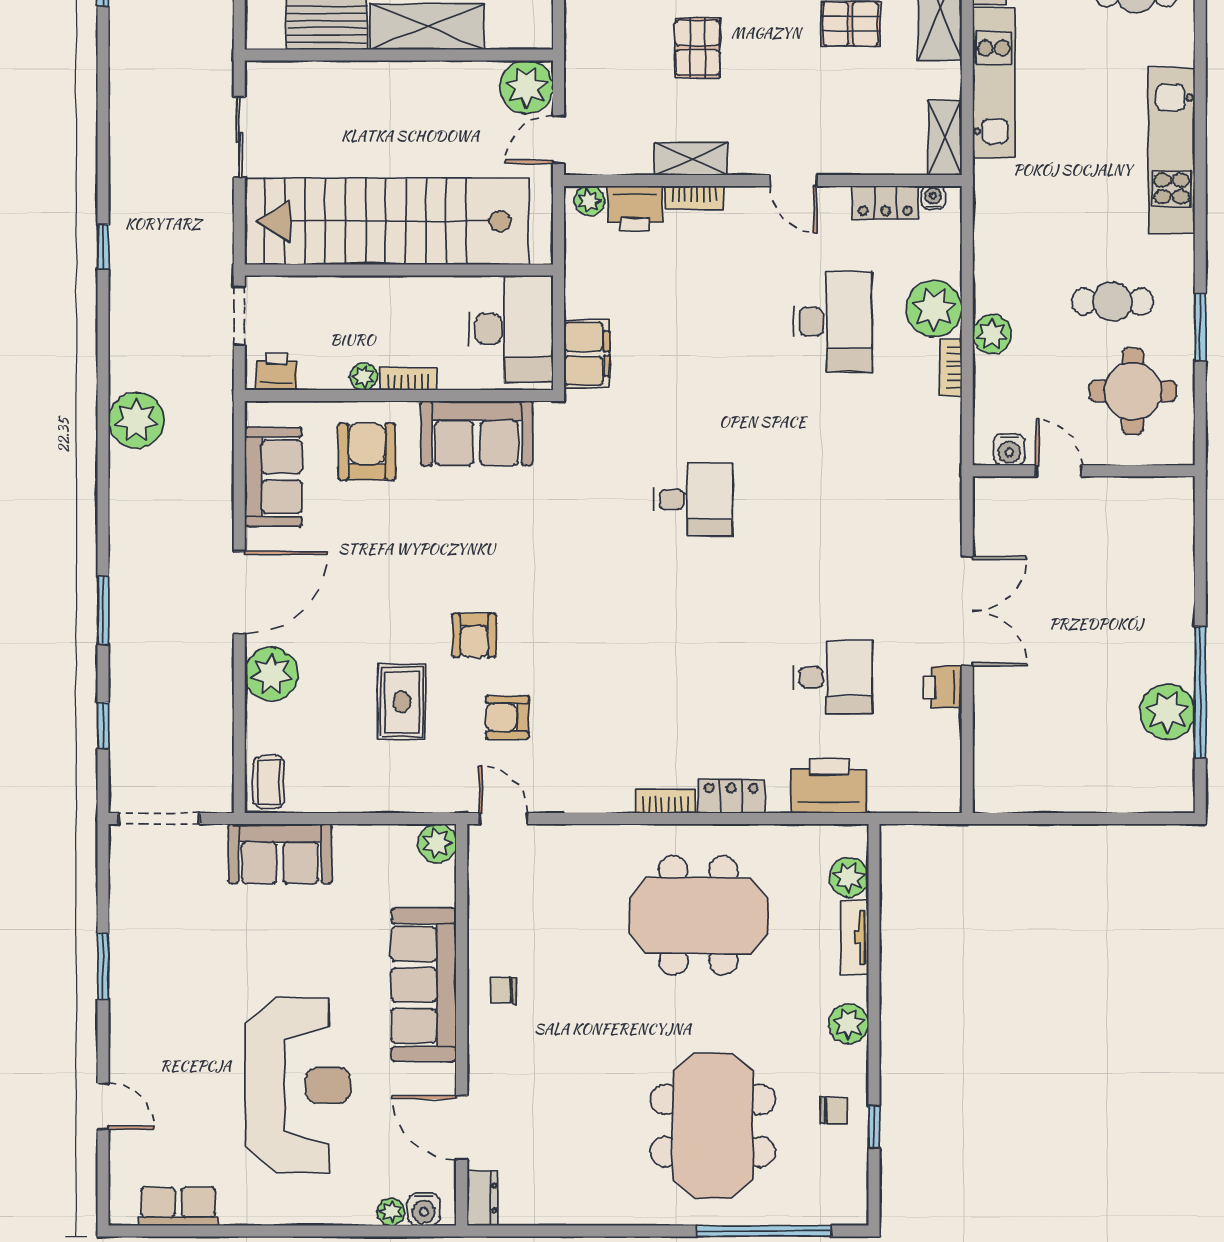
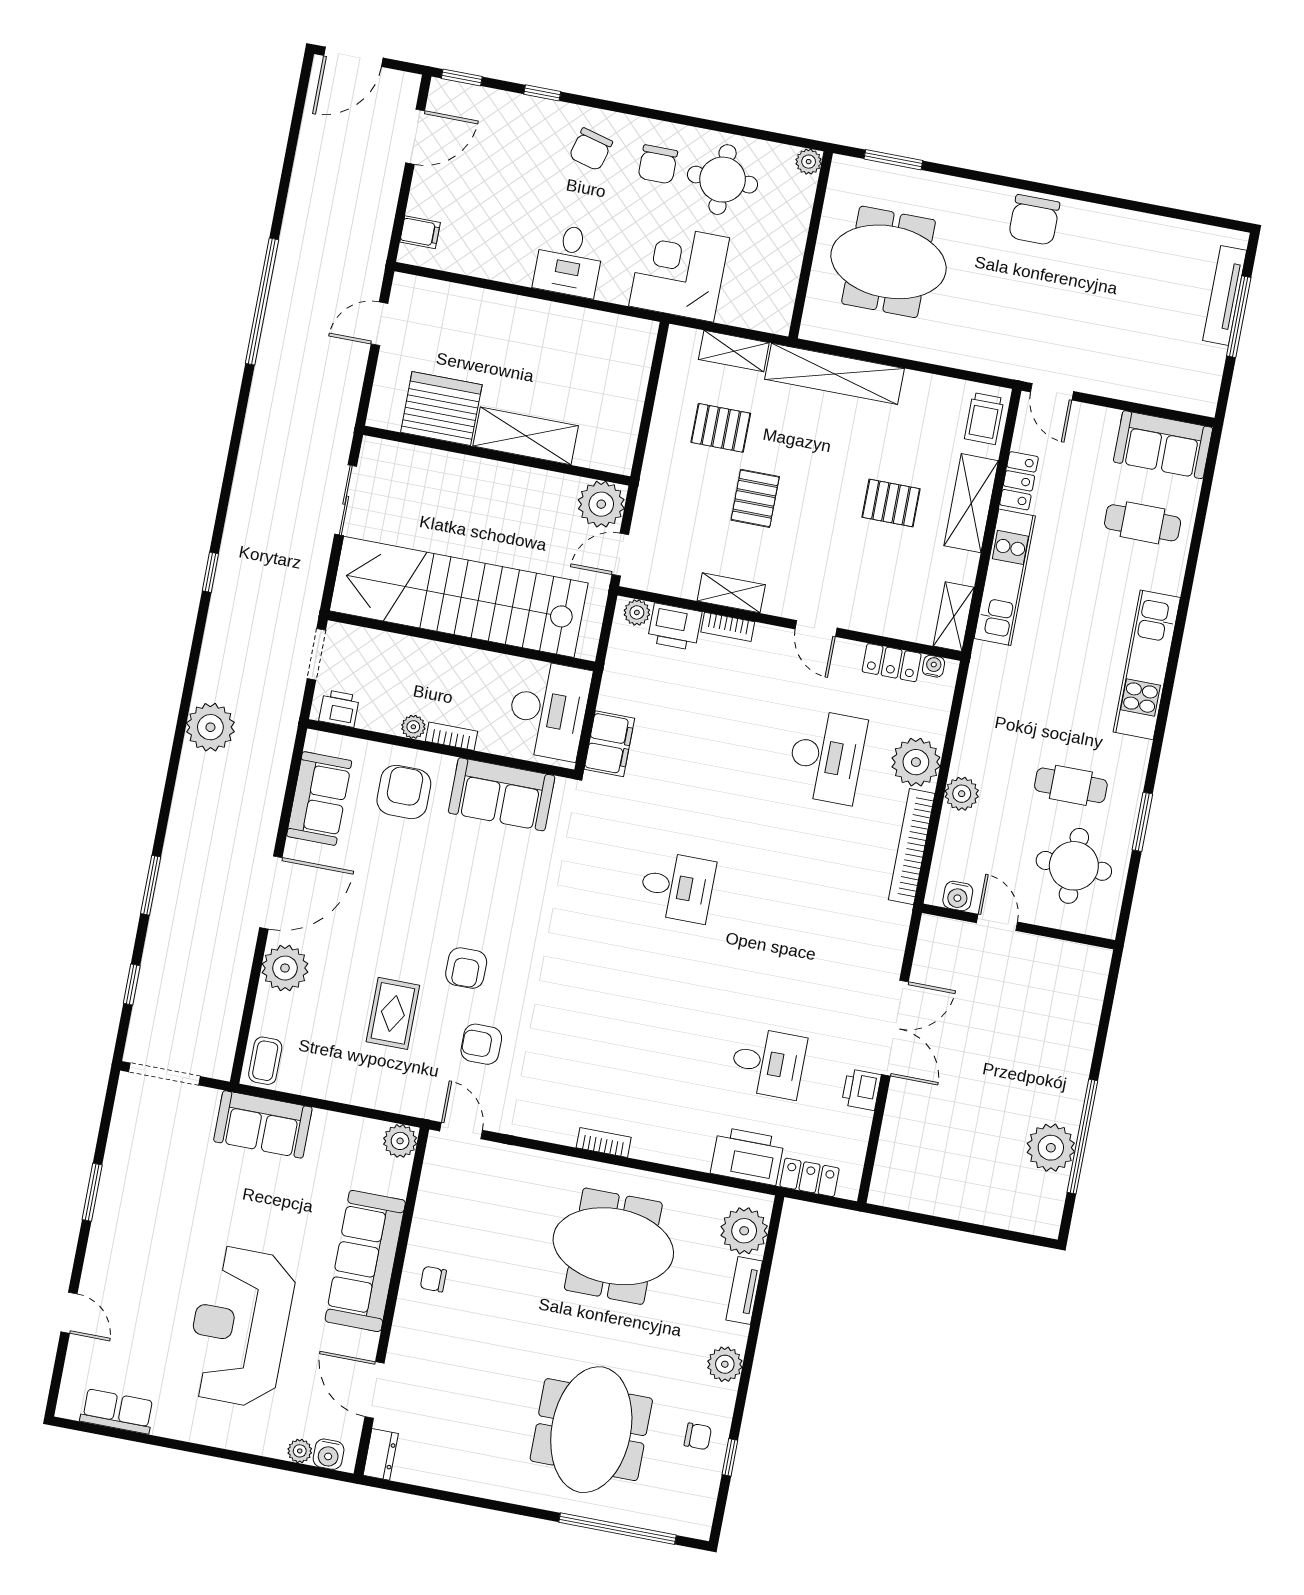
bookcase: (951, 368) -> (912, 847), width x2.31, depth x1.31
locker: (731, 796) -> (810, 1177), moved
plant: (849, 877) -> (744, 1231), width x1.36, depth x1.36
reception desk: (297, 1085) -> (240, 1327), turned 180

